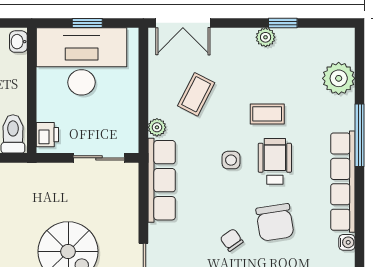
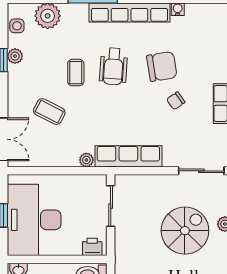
plant: (266, 37) -> (15, 56), moved
coffee table: (196, 94) -> (49, 112), moved
side table: (231, 160) -> (17, 26), moved
wheelchair: (275, 161) -> (113, 66), turned -86

